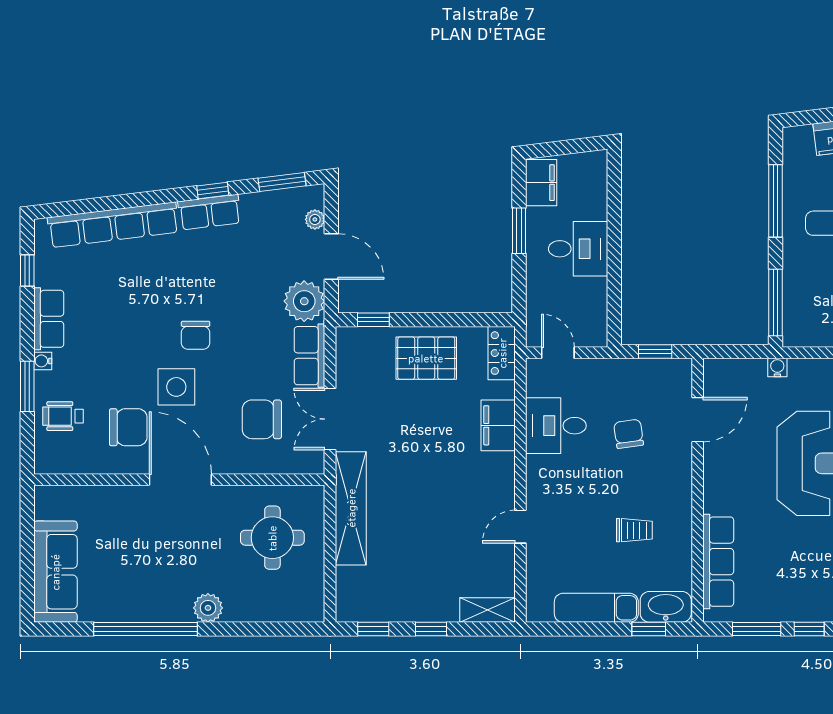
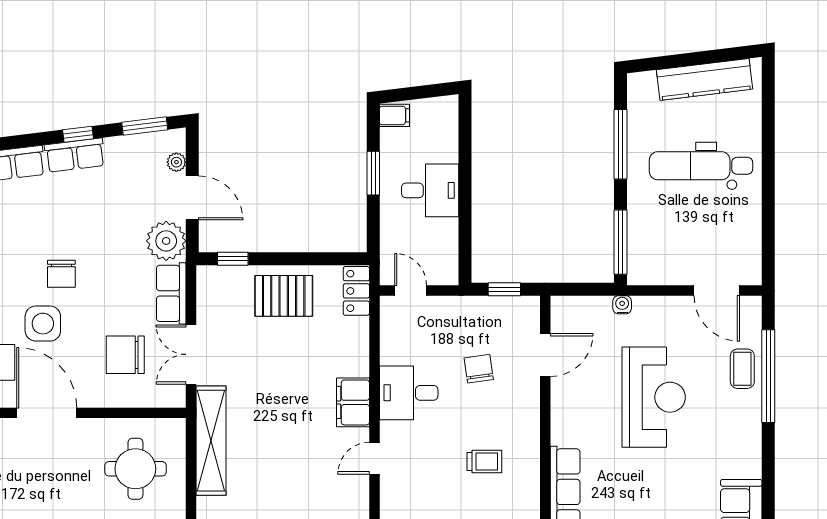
filing cabinet: (541, 183) -> (395, 115), width x0.50
filing cabinet: (498, 425) -> (353, 402), moved
desk: (556, 426) -> (409, 393), moved

